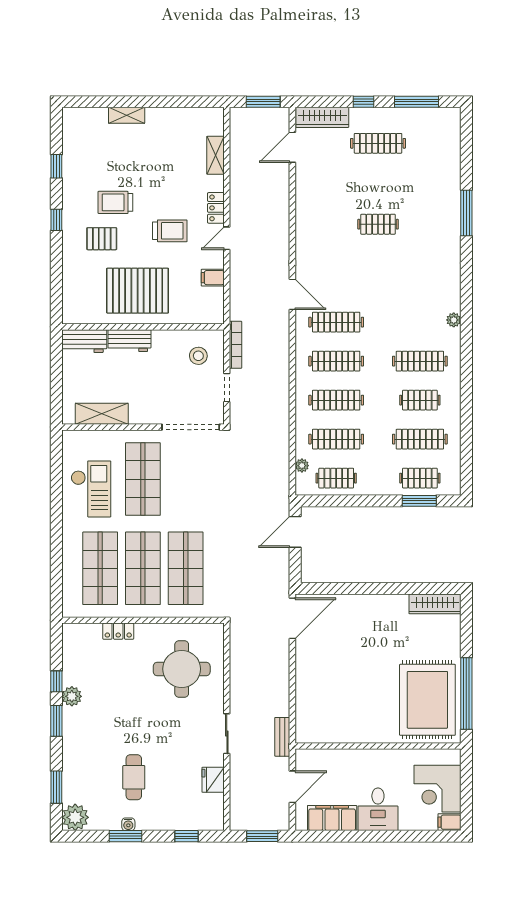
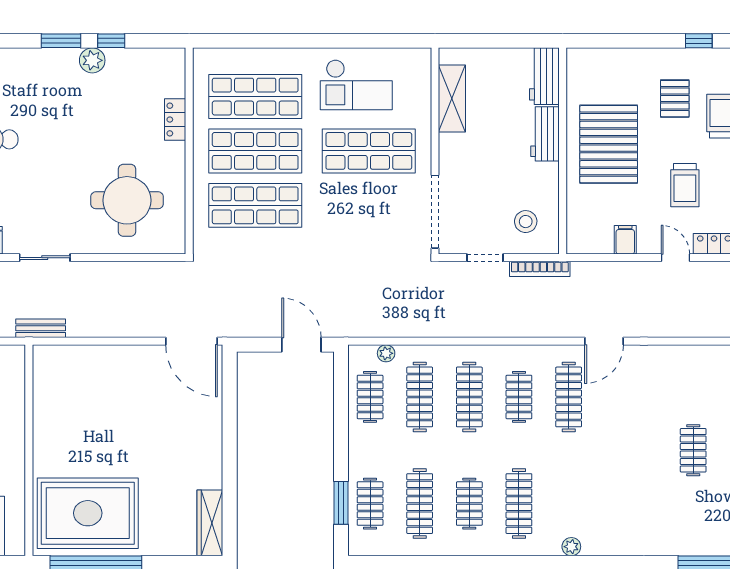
clothes rail: (336, 361) -> (519, 397), width x0.73

